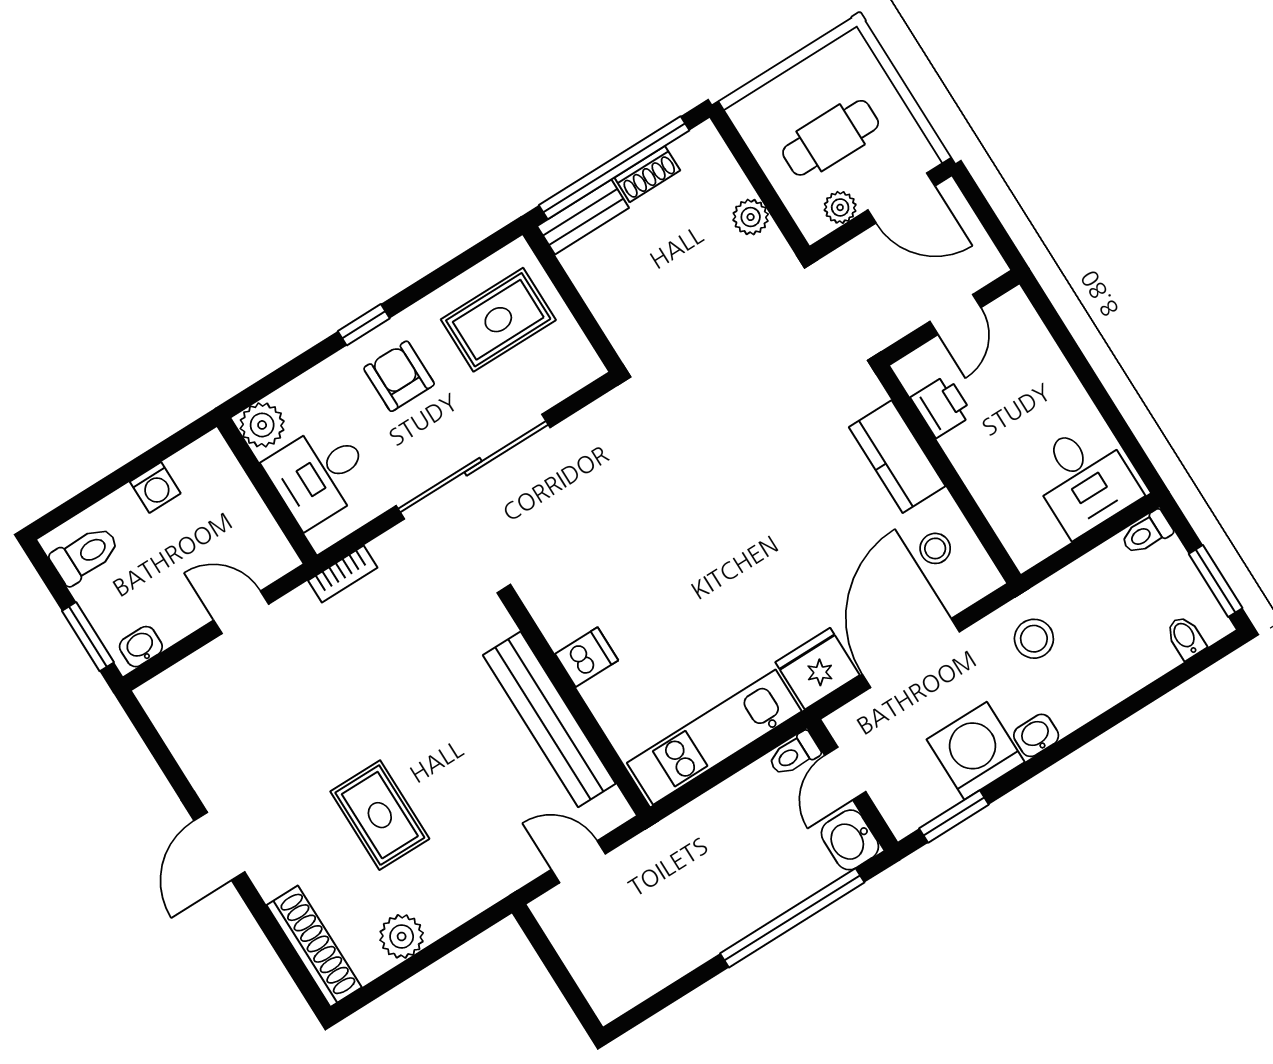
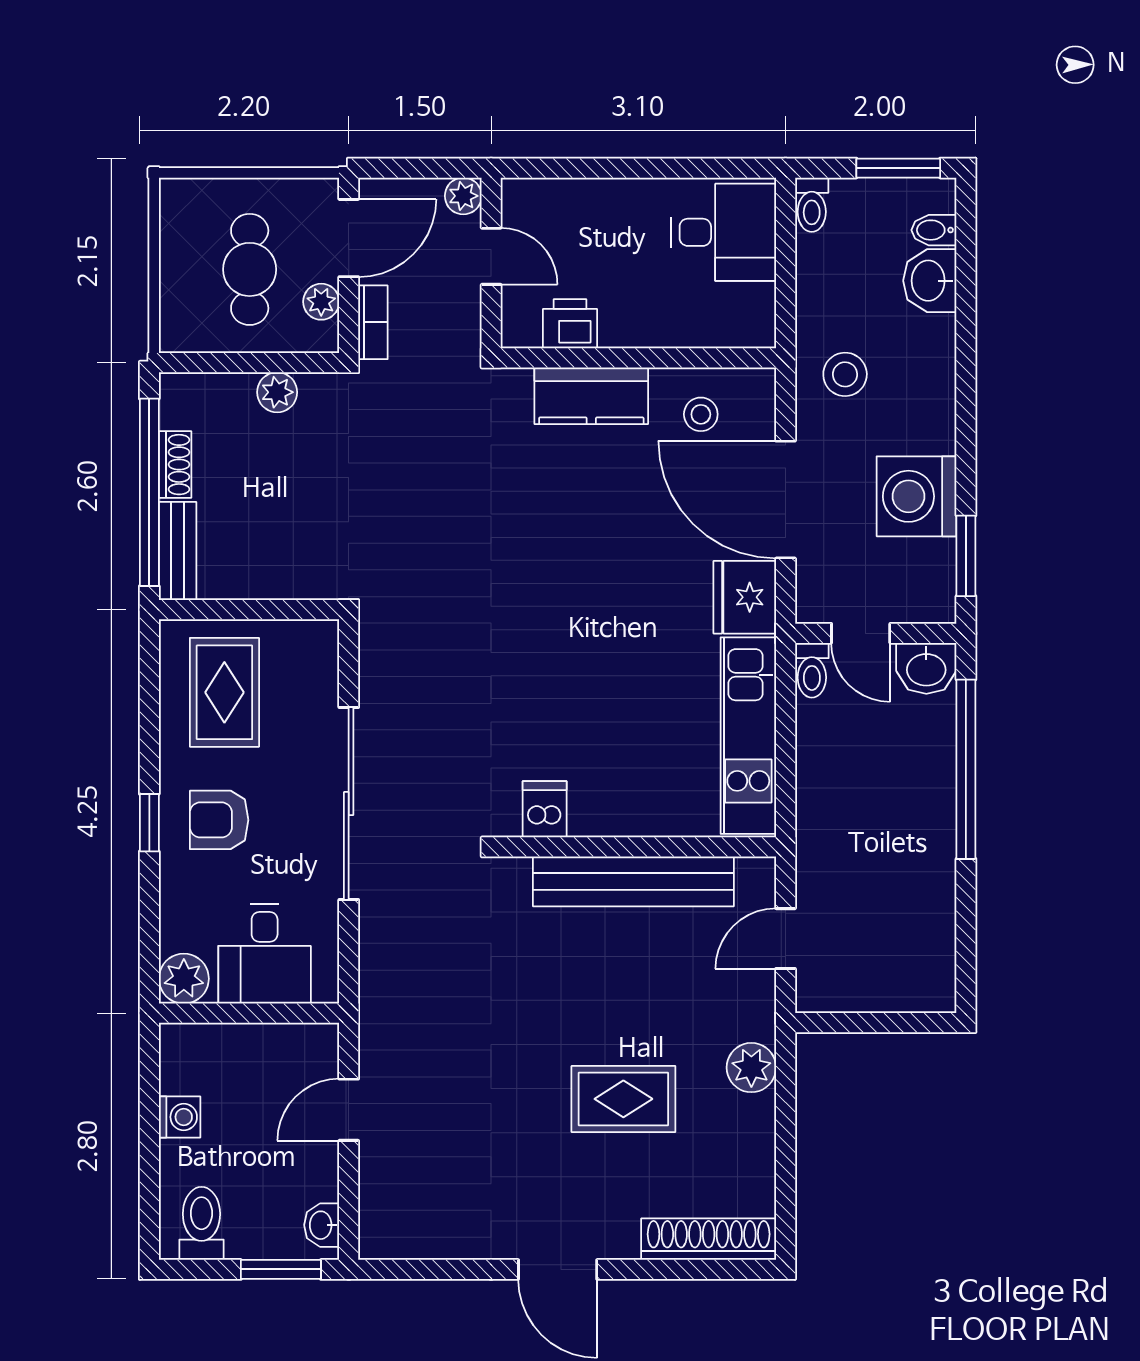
plant: (988, 265) -> (463, 196), added
bookcase: (343, 574) -> (373, 322), moved
dishwasher: (587, 657) -> (545, 809), moved
washbasin: (1036, 735) -> (930, 281), moved, width x1.38, depth x1.45
plant: (402, 936) -> (751, 1068), moved

